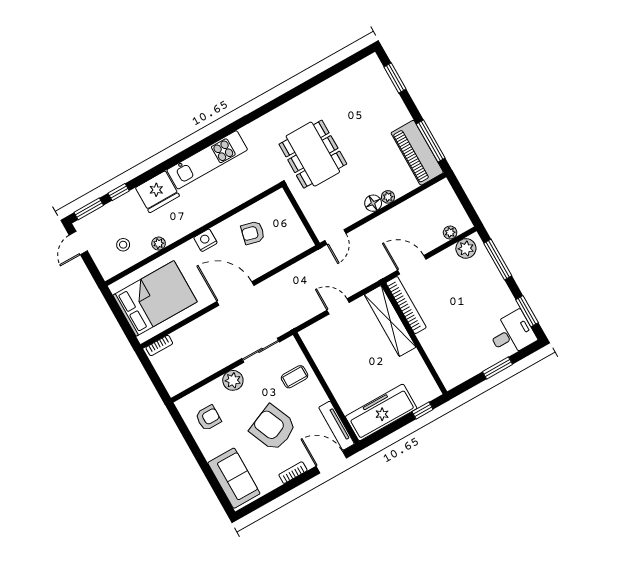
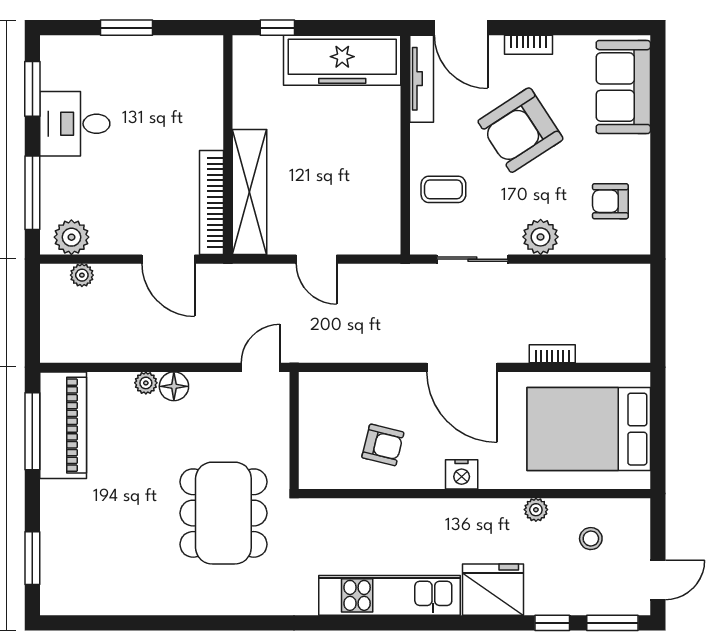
desk: (512, 334) -> (75, 124), moved
bookcase: (159, 345) -> (552, 354), moved
armchair: (273, 428) -> (520, 130), turned 80

